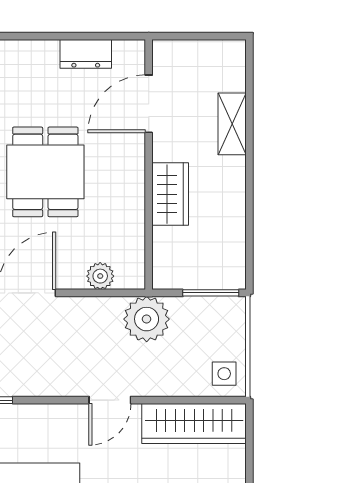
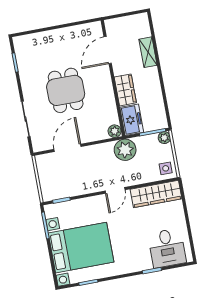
dresser: (86, 54) -> (74, 32), removed
freezer: (172, 259) -> (132, 120), added
plant: (100, 276) -> (115, 131), moved
plant: (233, 309) -> (164, 138), added

